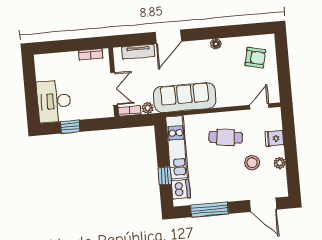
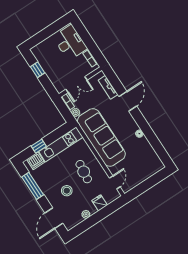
door: (168, 37) -> (128, 101), swing flipped
armchair: (255, 58) -> (144, 163), removed
sofa: (185, 98) -> (101, 137), width x1.36, depth x1.27
desk: (54, 101) -> (70, 43), moved, turned 90
door: (259, 106) -> (115, 182), hinge flipped
stool: (252, 163) -> (67, 191), moved

